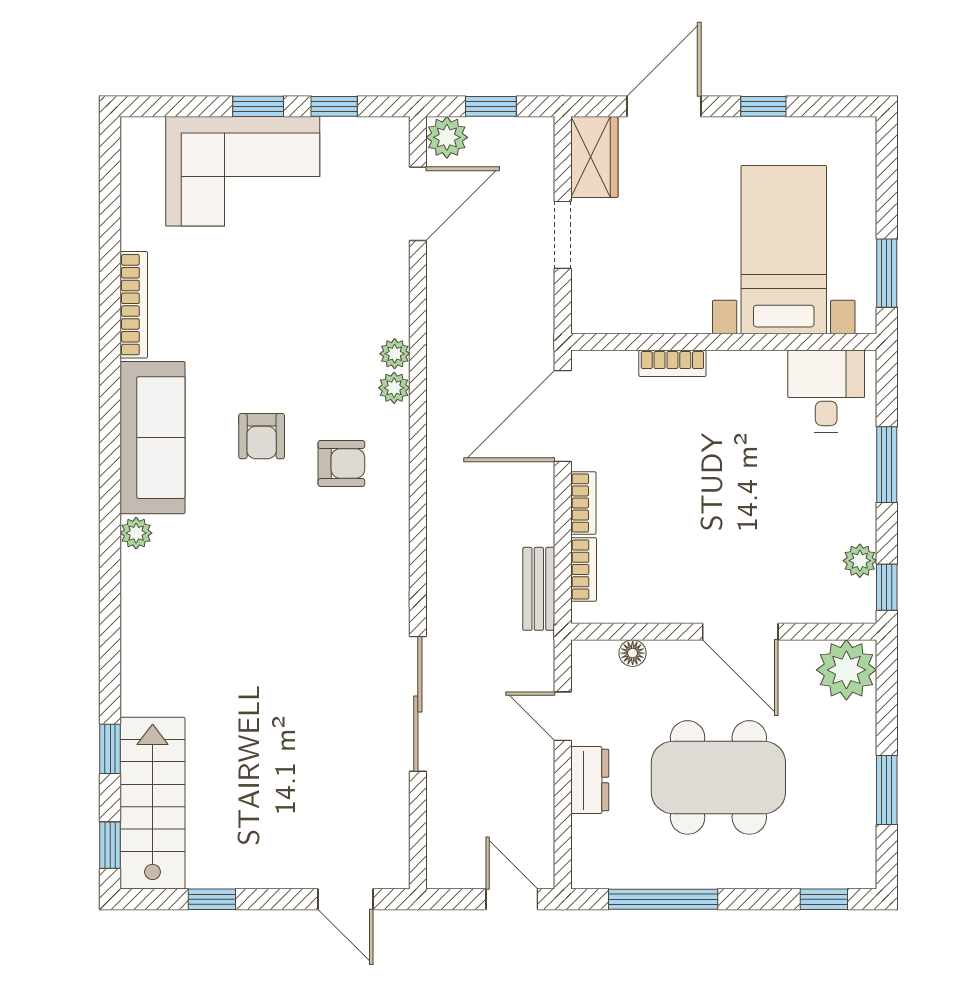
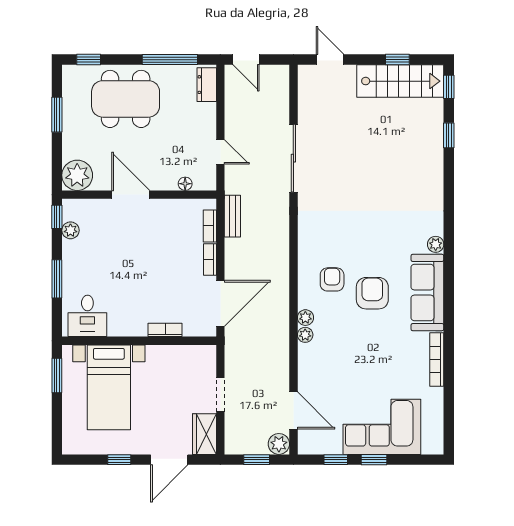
door: (418, 204) -> (293, 410), swing flipped
armchair: (262, 436) -> (372, 293), width x1.38, depth x1.38
armchair: (341, 463) -> (332, 279), turned 90
dining table: (718, 777) -> (126, 99), moved
dresser: (590, 780) -> (207, 85), moved
stairs: (153, 803) -> (400, 81), moved, turned -90

